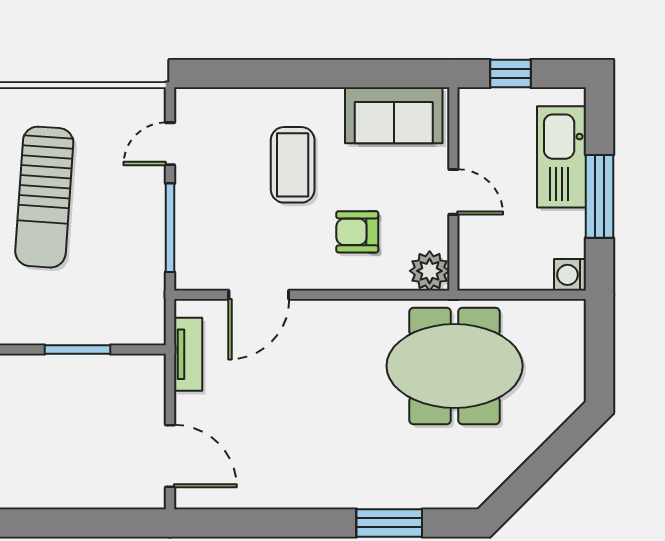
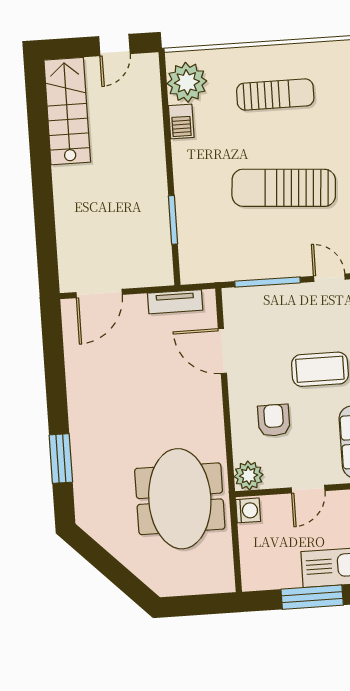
washing machine: (570, 275) -> (248, 510), moved, turned 90

